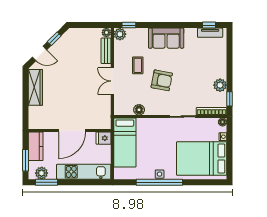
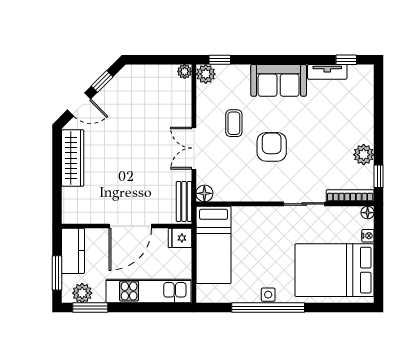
tv unit: (210, 33) -> (327, 72), moved
bench: (106, 51) -> (184, 201), moved
armchair: (162, 80) -> (272, 147), turned -101
floor lamp: (139, 110) -> (204, 193), moved

